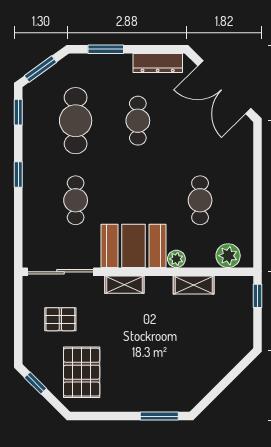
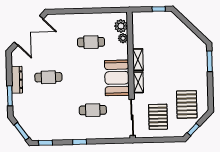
dresser: (158, 63) -> (17, 80), moved
cafe table: (76, 121) -> (49, 111), removed
plant: (176, 259) -> (123, 38), moved
shelving: (194, 285) -> (138, 60), moved
window: (257, 296) -> (159, 9), moved
pallet: (60, 319) -> (158, 117), width x1.50, depth x1.42
pallet: (82, 372) -> (187, 104), turned 90

